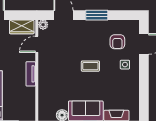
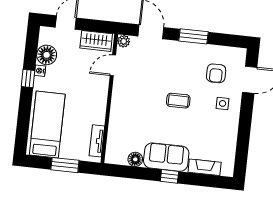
tv unit: (31, 74) -> (97, 141), moved

